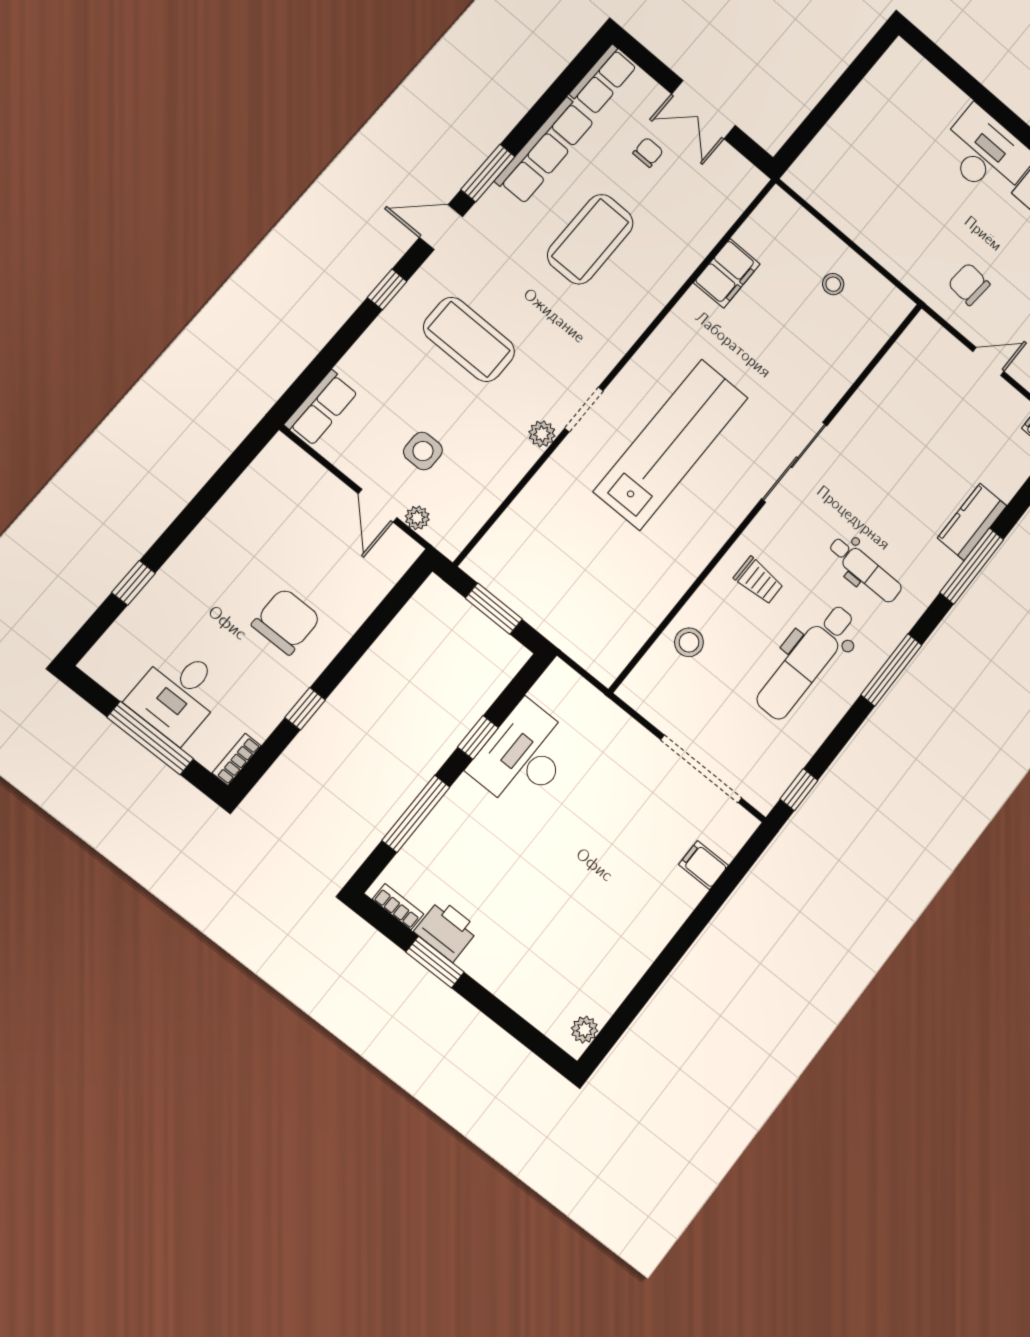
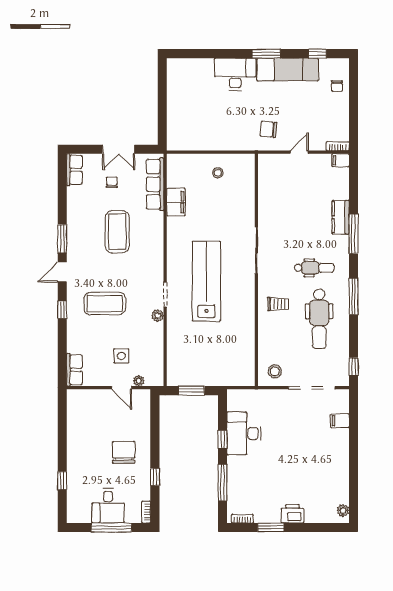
row of seats: (545, 151) -> (155, 184), moved, turned 180
stool: (689, 642) -> (275, 371), moved
printer: (446, 930) -> (292, 514), moved

